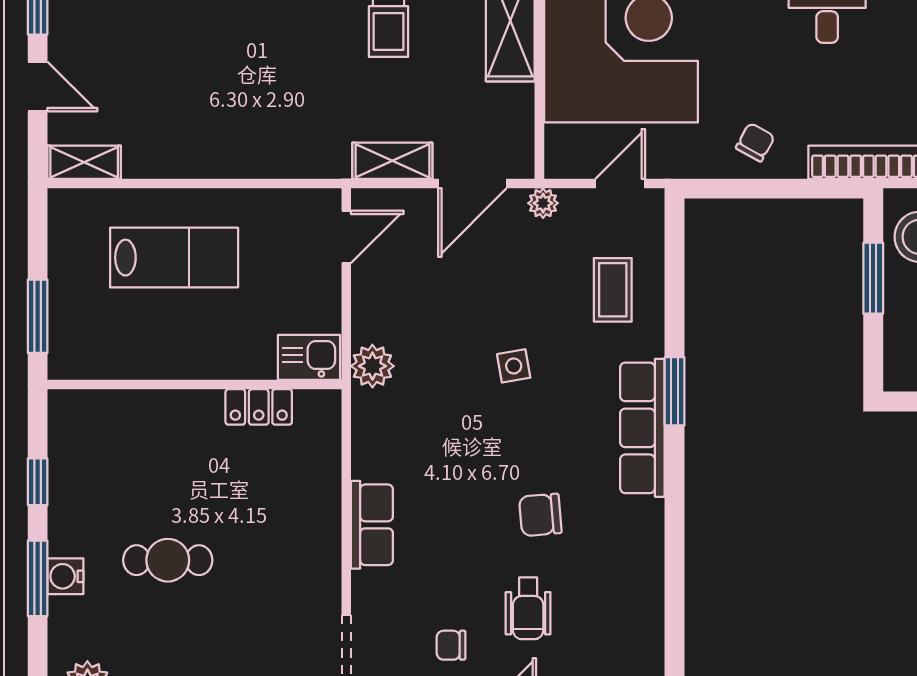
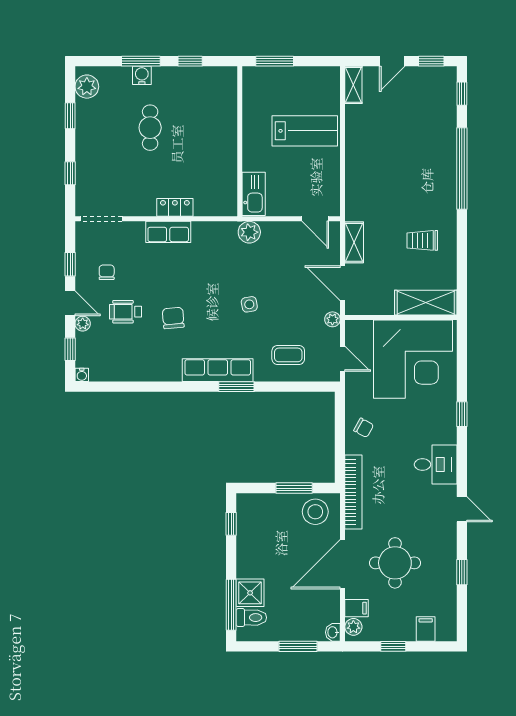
lab bench: (174, 258) -> (305, 131), turned -90
kitchen sink: (309, 357) -> (254, 194), width x1.38
locker: (259, 407) -> (175, 207), moved, turned 90

